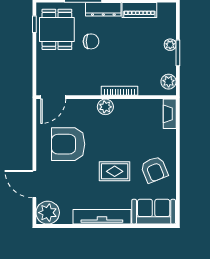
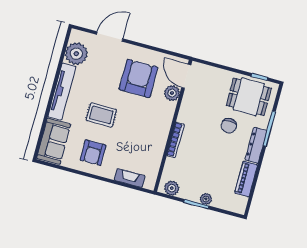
plant: (105, 107) -> (172, 93), moved
fireplace: (170, 114) -> (130, 178), moved
armchair: (154, 169) -> (93, 153), turned -68
rug: (115, 171) -> (101, 115), turned 90
plant: (48, 213) -> (76, 54), moved

